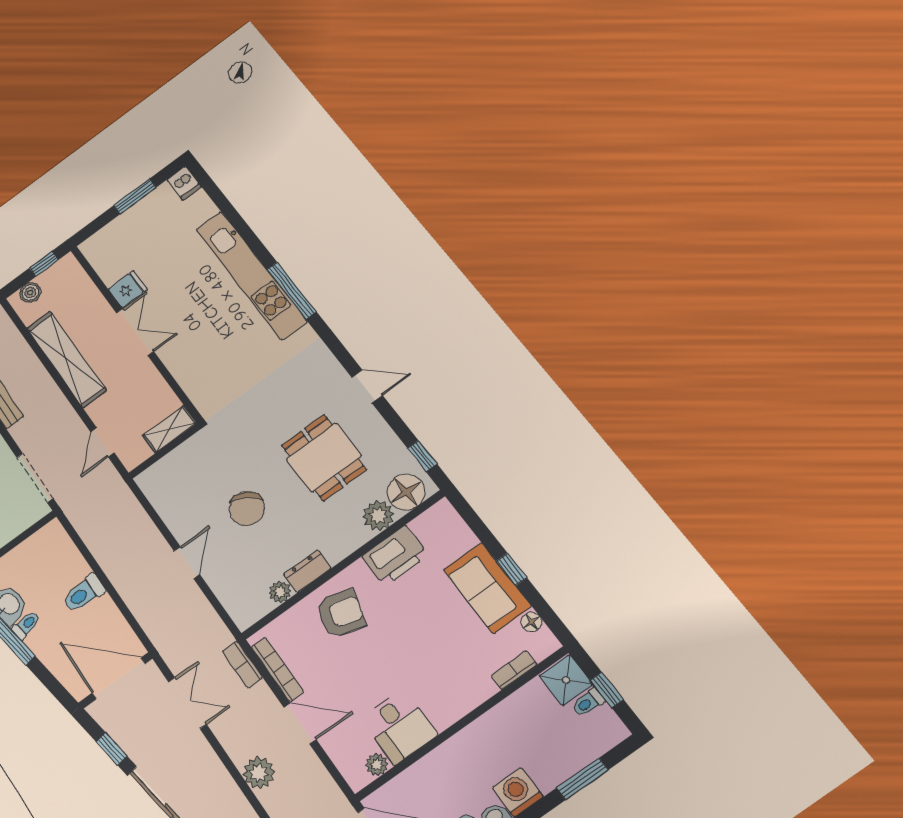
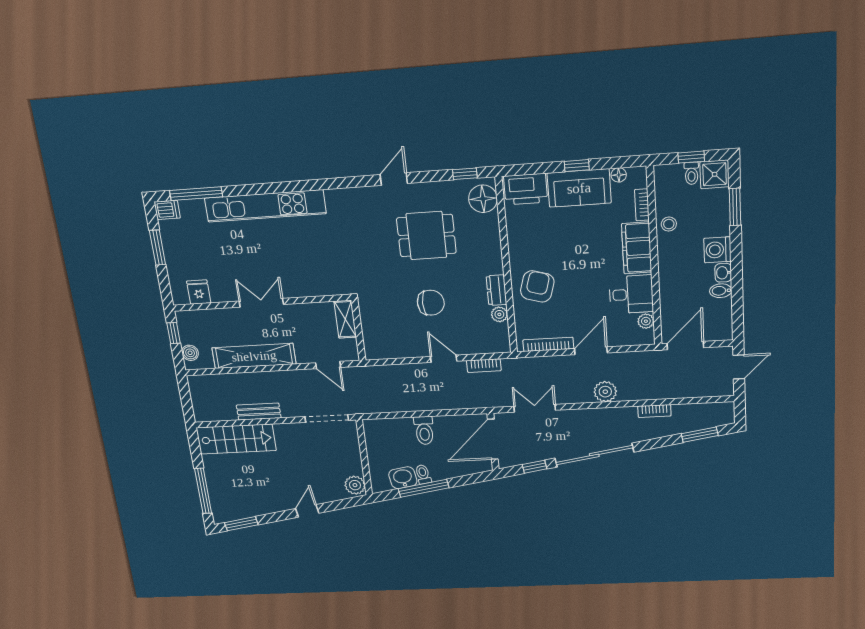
fridge: (128, 289) -> (199, 292), moved
window: (291, 291) -> (196, 194), moved
chair: (247, 509) -> (431, 303), turned -33
plant: (378, 516) -> (488, 225), removed
printer: (395, 556) -> (526, 189), moved, turned 90
bookcase: (242, 665) -> (484, 366), moved
shower: (566, 680) -> (715, 174), moved
filing cabinet: (459, 697) -> (637, 248), added
stool: (512, 715) -> (669, 224), added

